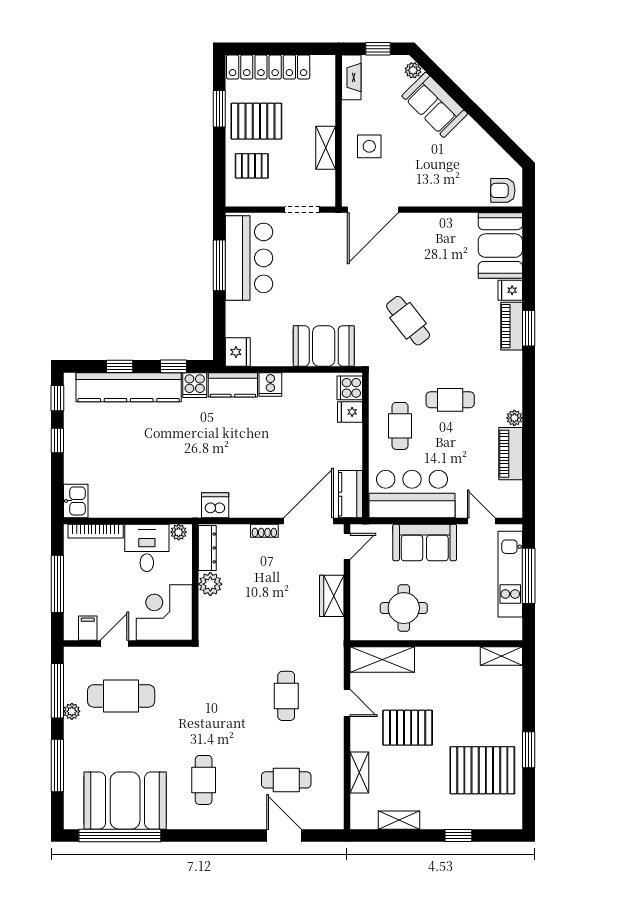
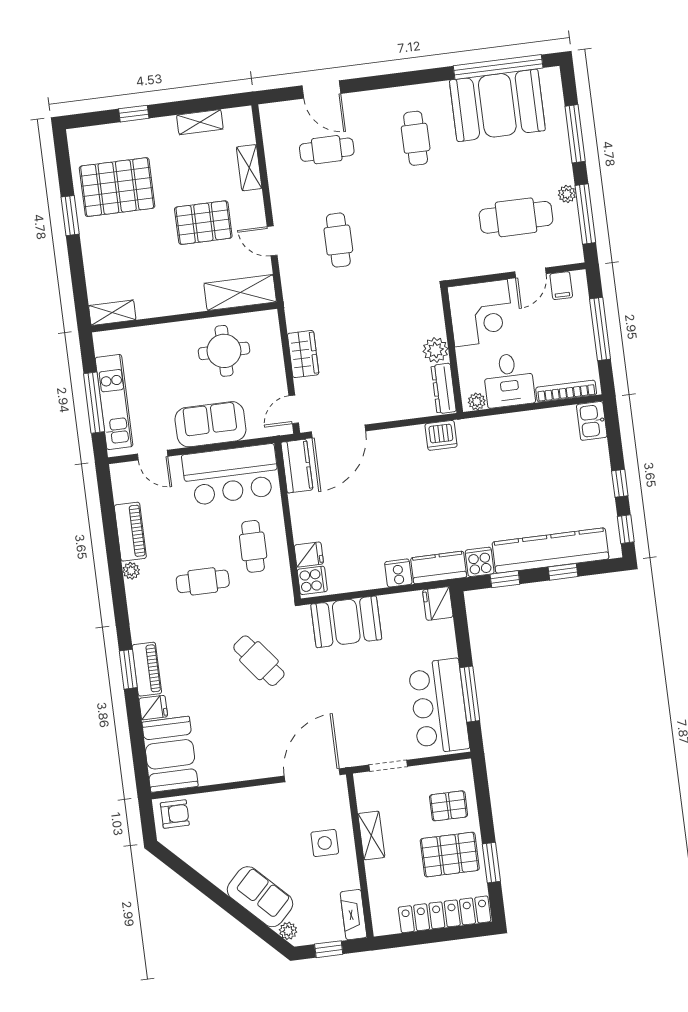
shoe rack: (264, 531) -> (385, 415), removed

